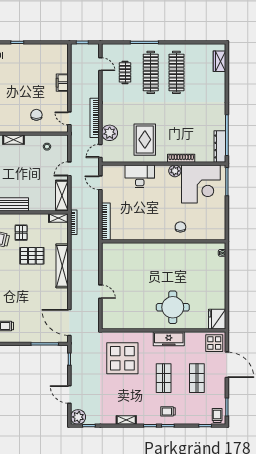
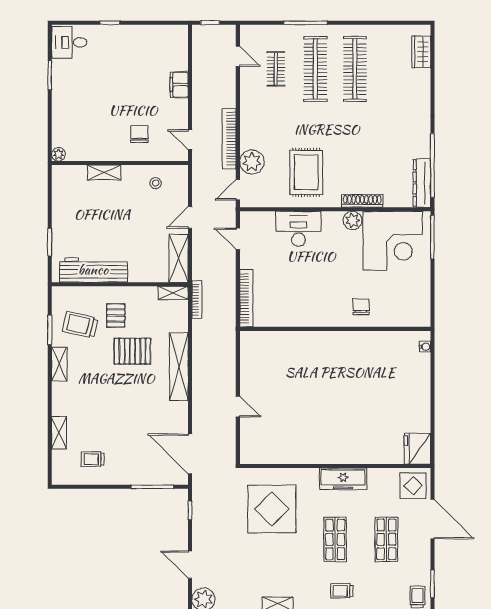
round table: (173, 307) -> (349, 430), removed

